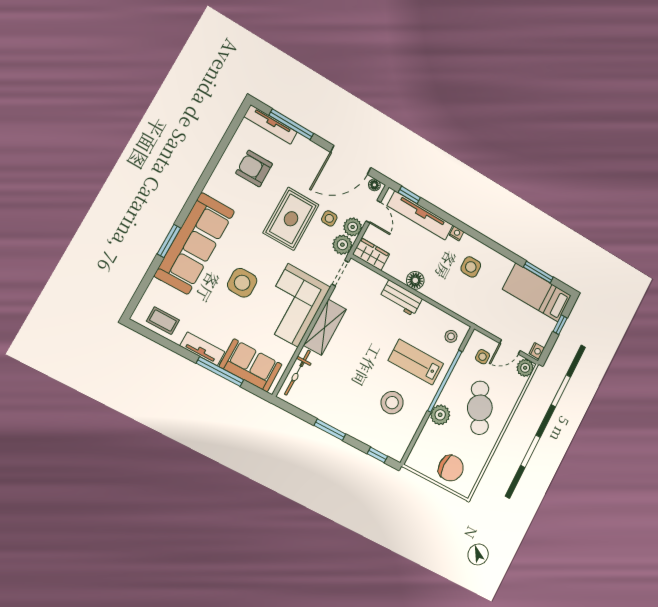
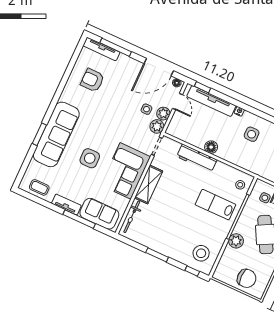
rug: (291, 219) -> (120, 112), removed
wardrobe: (371, 254) -> (178, 131), removed
workbench: (401, 298) -> (197, 158), width x1.37
stool: (392, 403) -> (201, 253), moved

